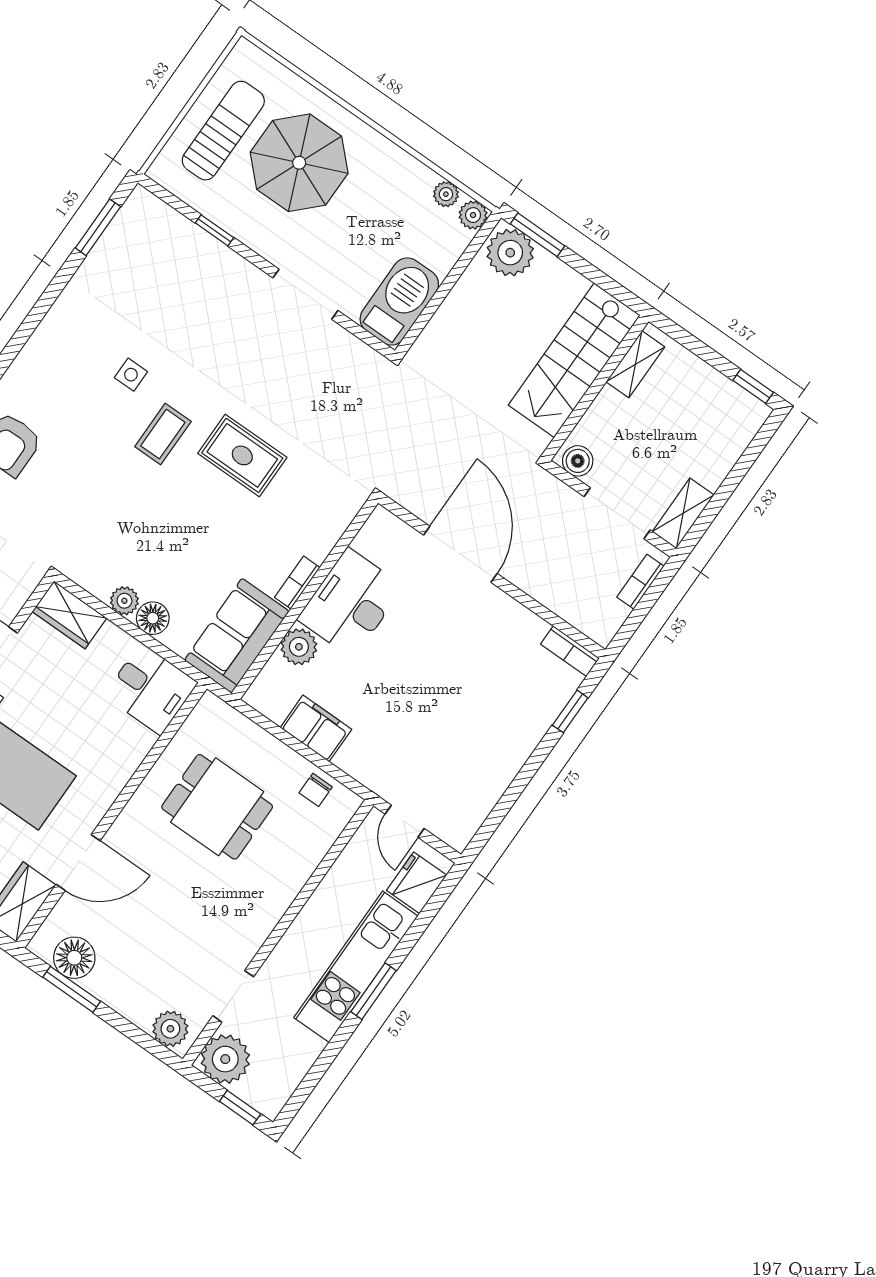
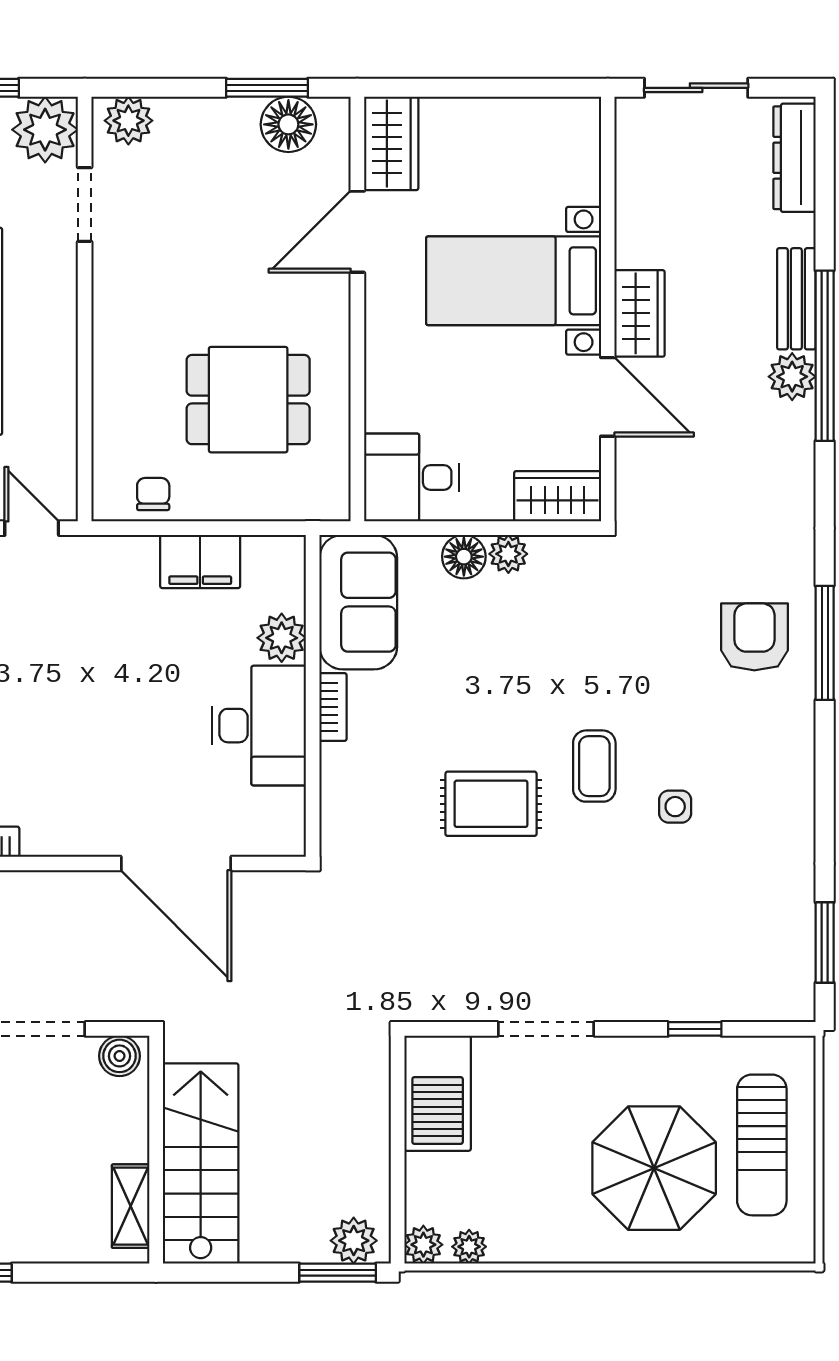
plant: (510, 253) -> (354, 1241), width x0.73, depth x0.73

